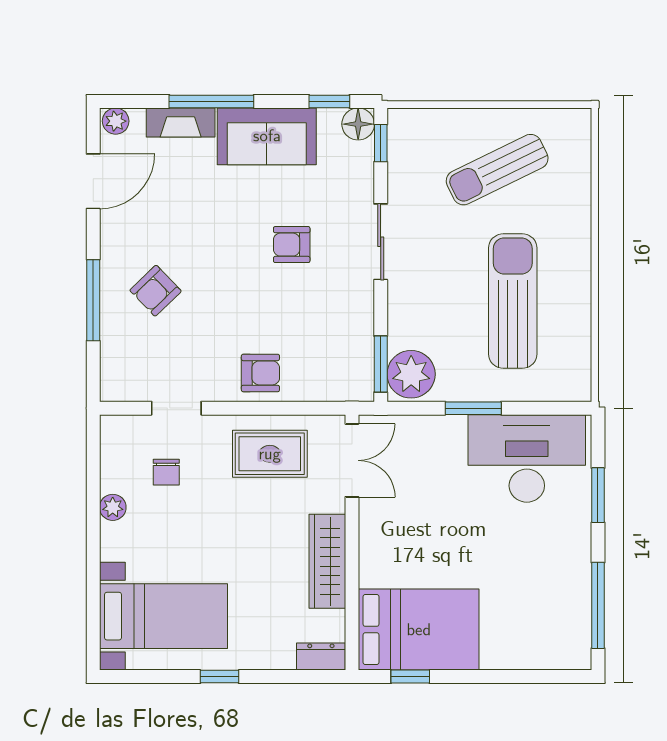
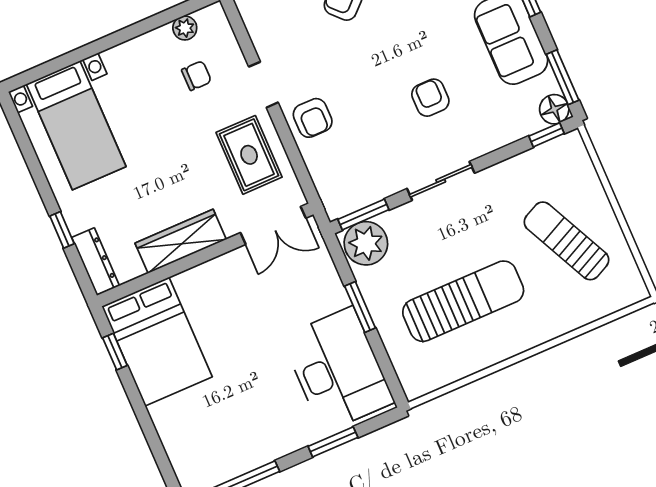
window: (329, 101) -> (563, 77), width x1.50
sliding door: (381, 242) -> (441, 181), moved
doorway: (176, 408) -> (263, 85), moved
chair: (166, 472) -> (196, 76), turned 180
plant: (113, 507) -> (185, 28), moved
dresser: (321, 657) -> (96, 261), width x1.44
window: (219, 677) -> (62, 230), moved

